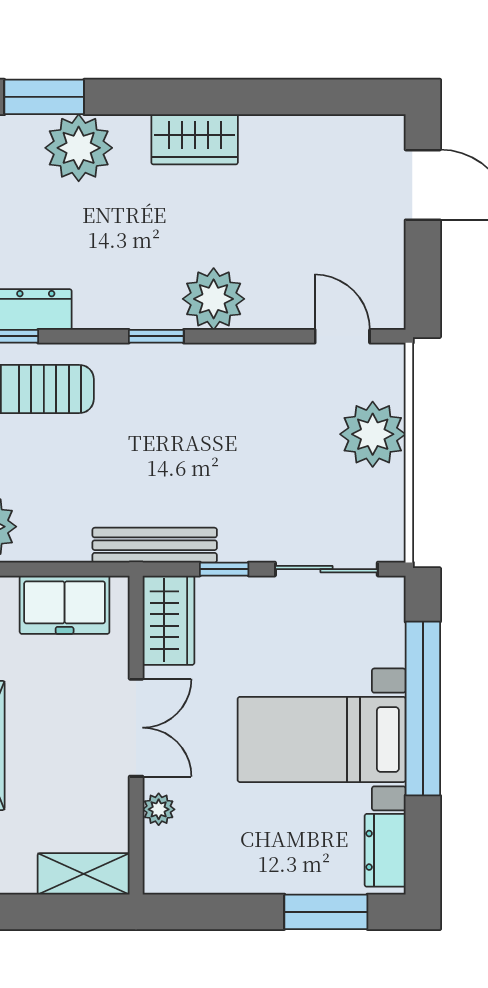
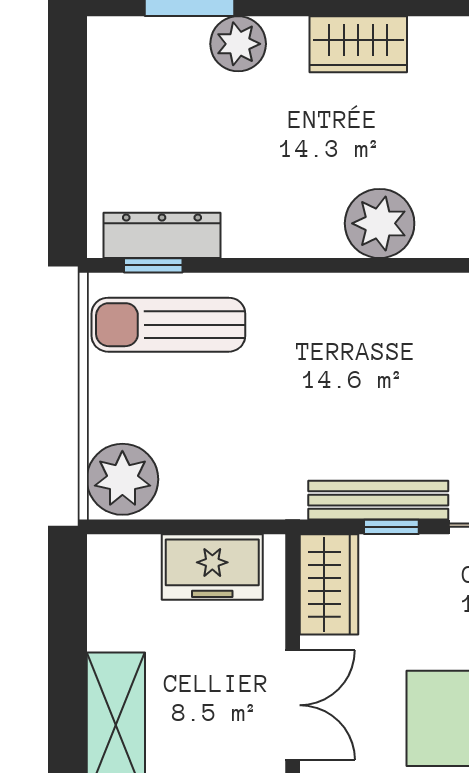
plant: (79, 148) -> (238, 44), width x0.73, depth x0.73
window: (156, 336) -> (315, 265), removed
bench: (155, 545) -> (378, 500), moved

